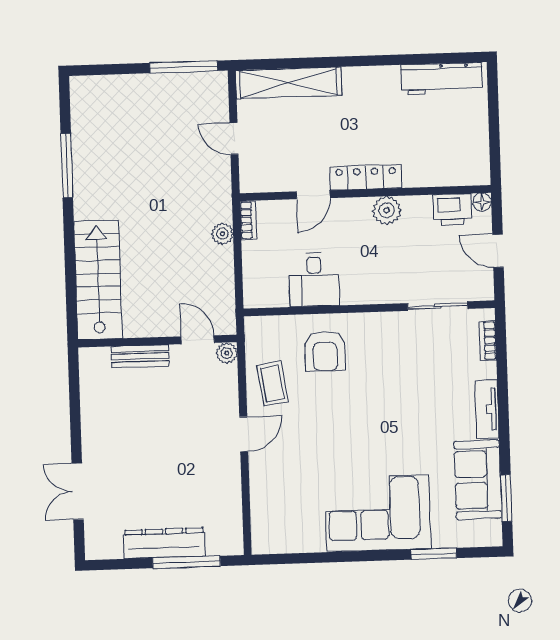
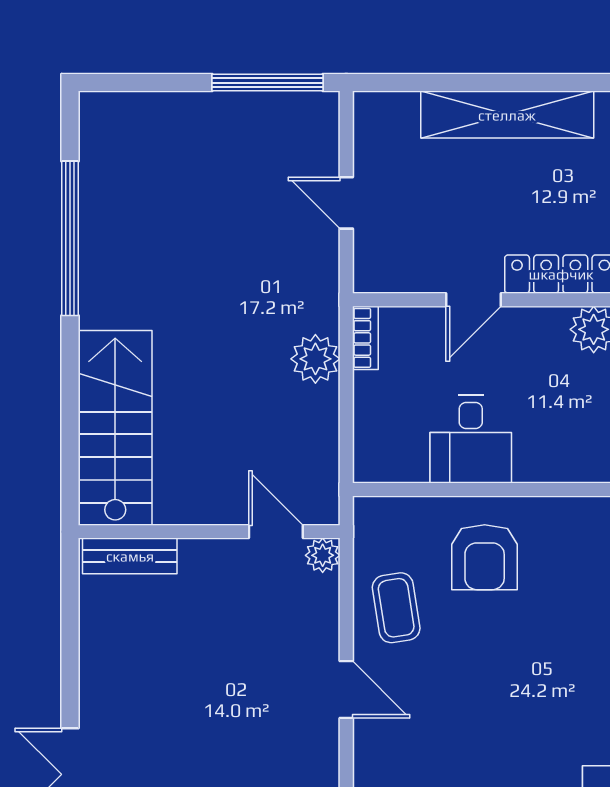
shelving: (288, 83) -> (507, 115), moved
window: (67, 166) -> (70, 238), width x1.46
plant: (222, 234) -> (315, 359), width x1.38, depth x1.38
bench: (140, 356) -> (130, 556), moved
door: (244, 434) -> (346, 690), hinge flipped

